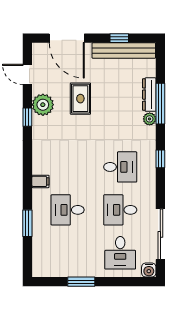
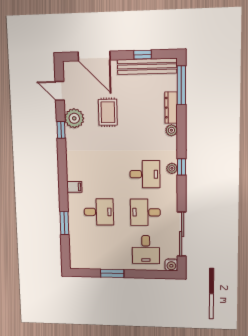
window: (160, 104) -> (181, 85), moved
plant: (150, 161) -> (172, 168), added
desk: (68, 210) -> (99, 212), turned 180

